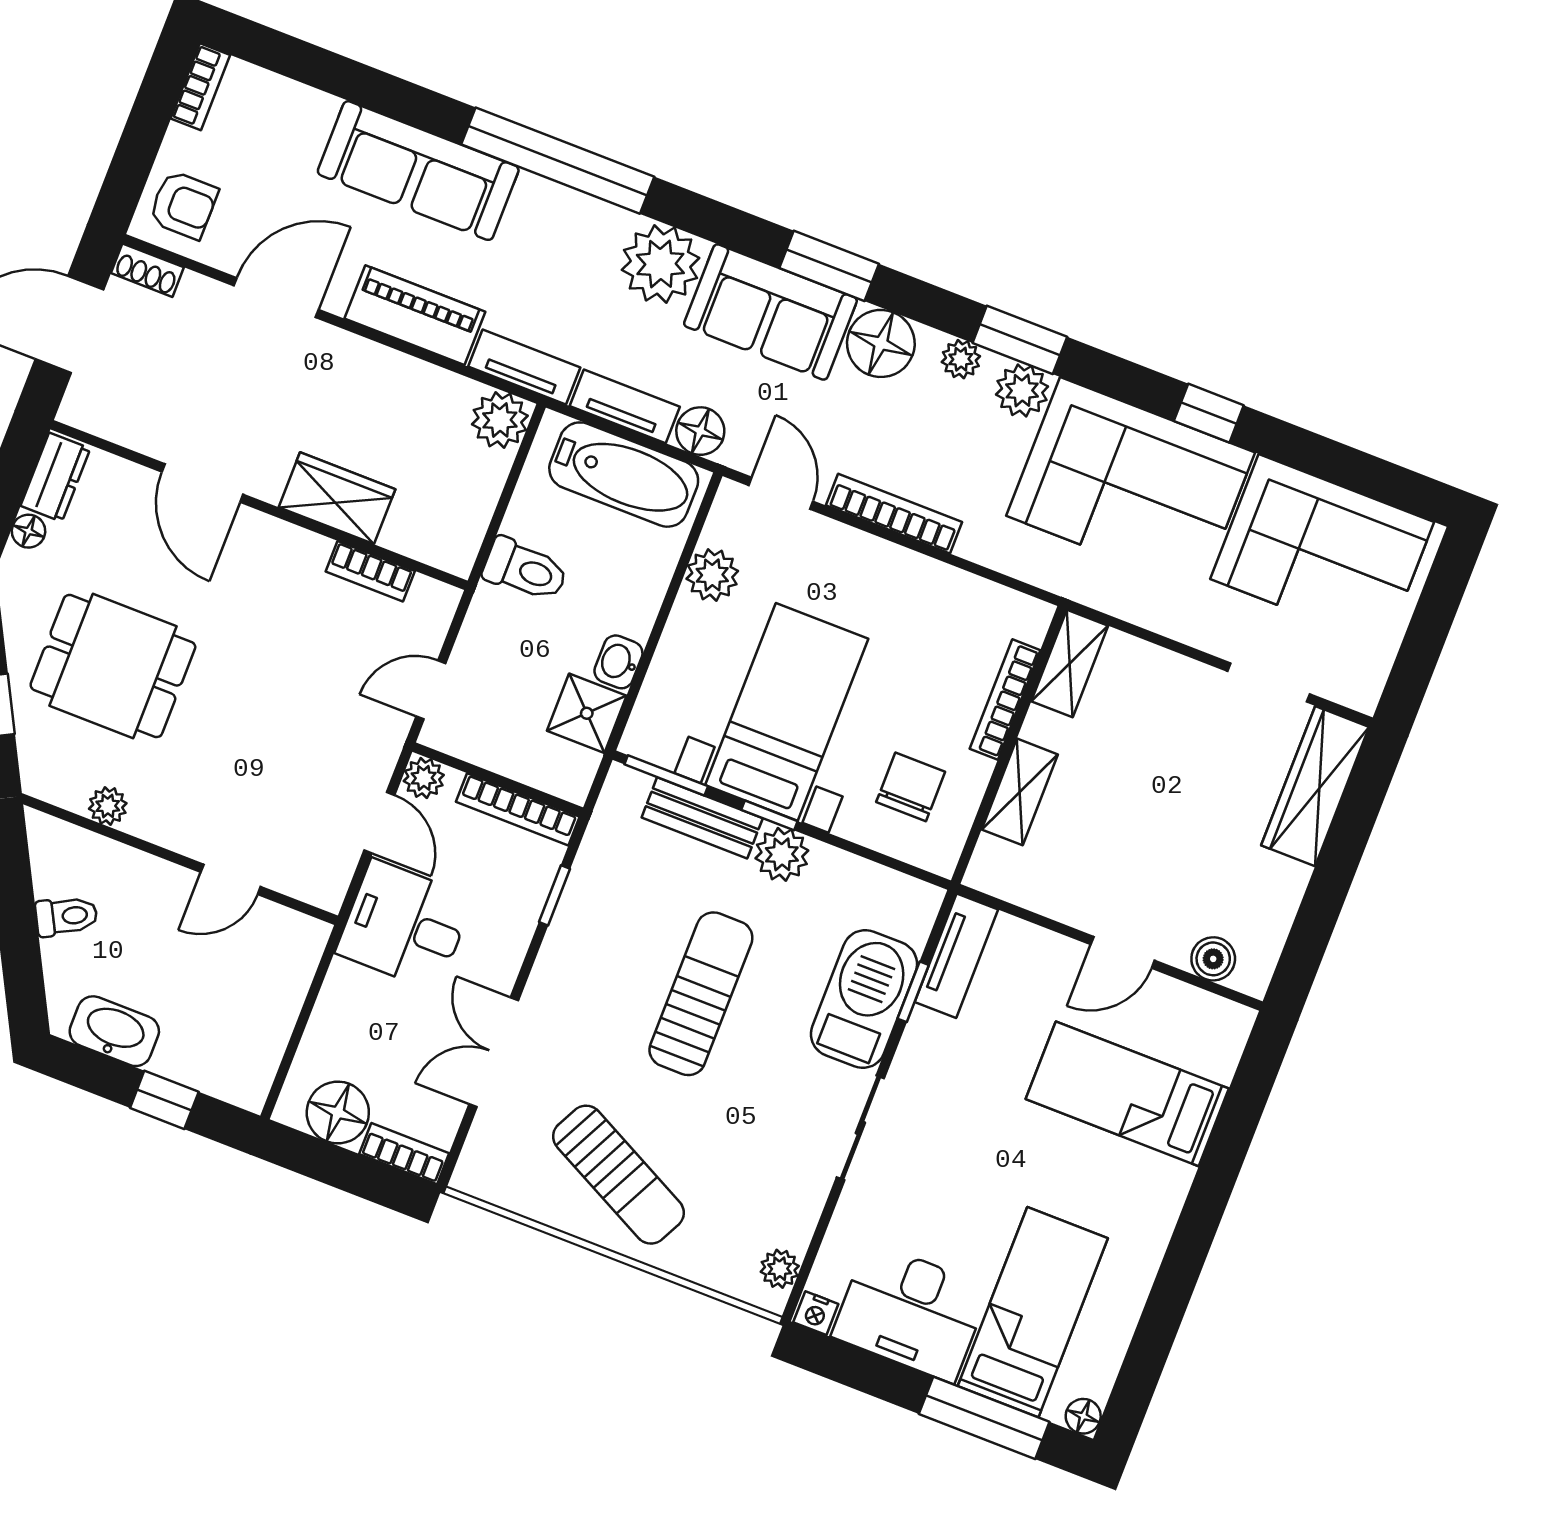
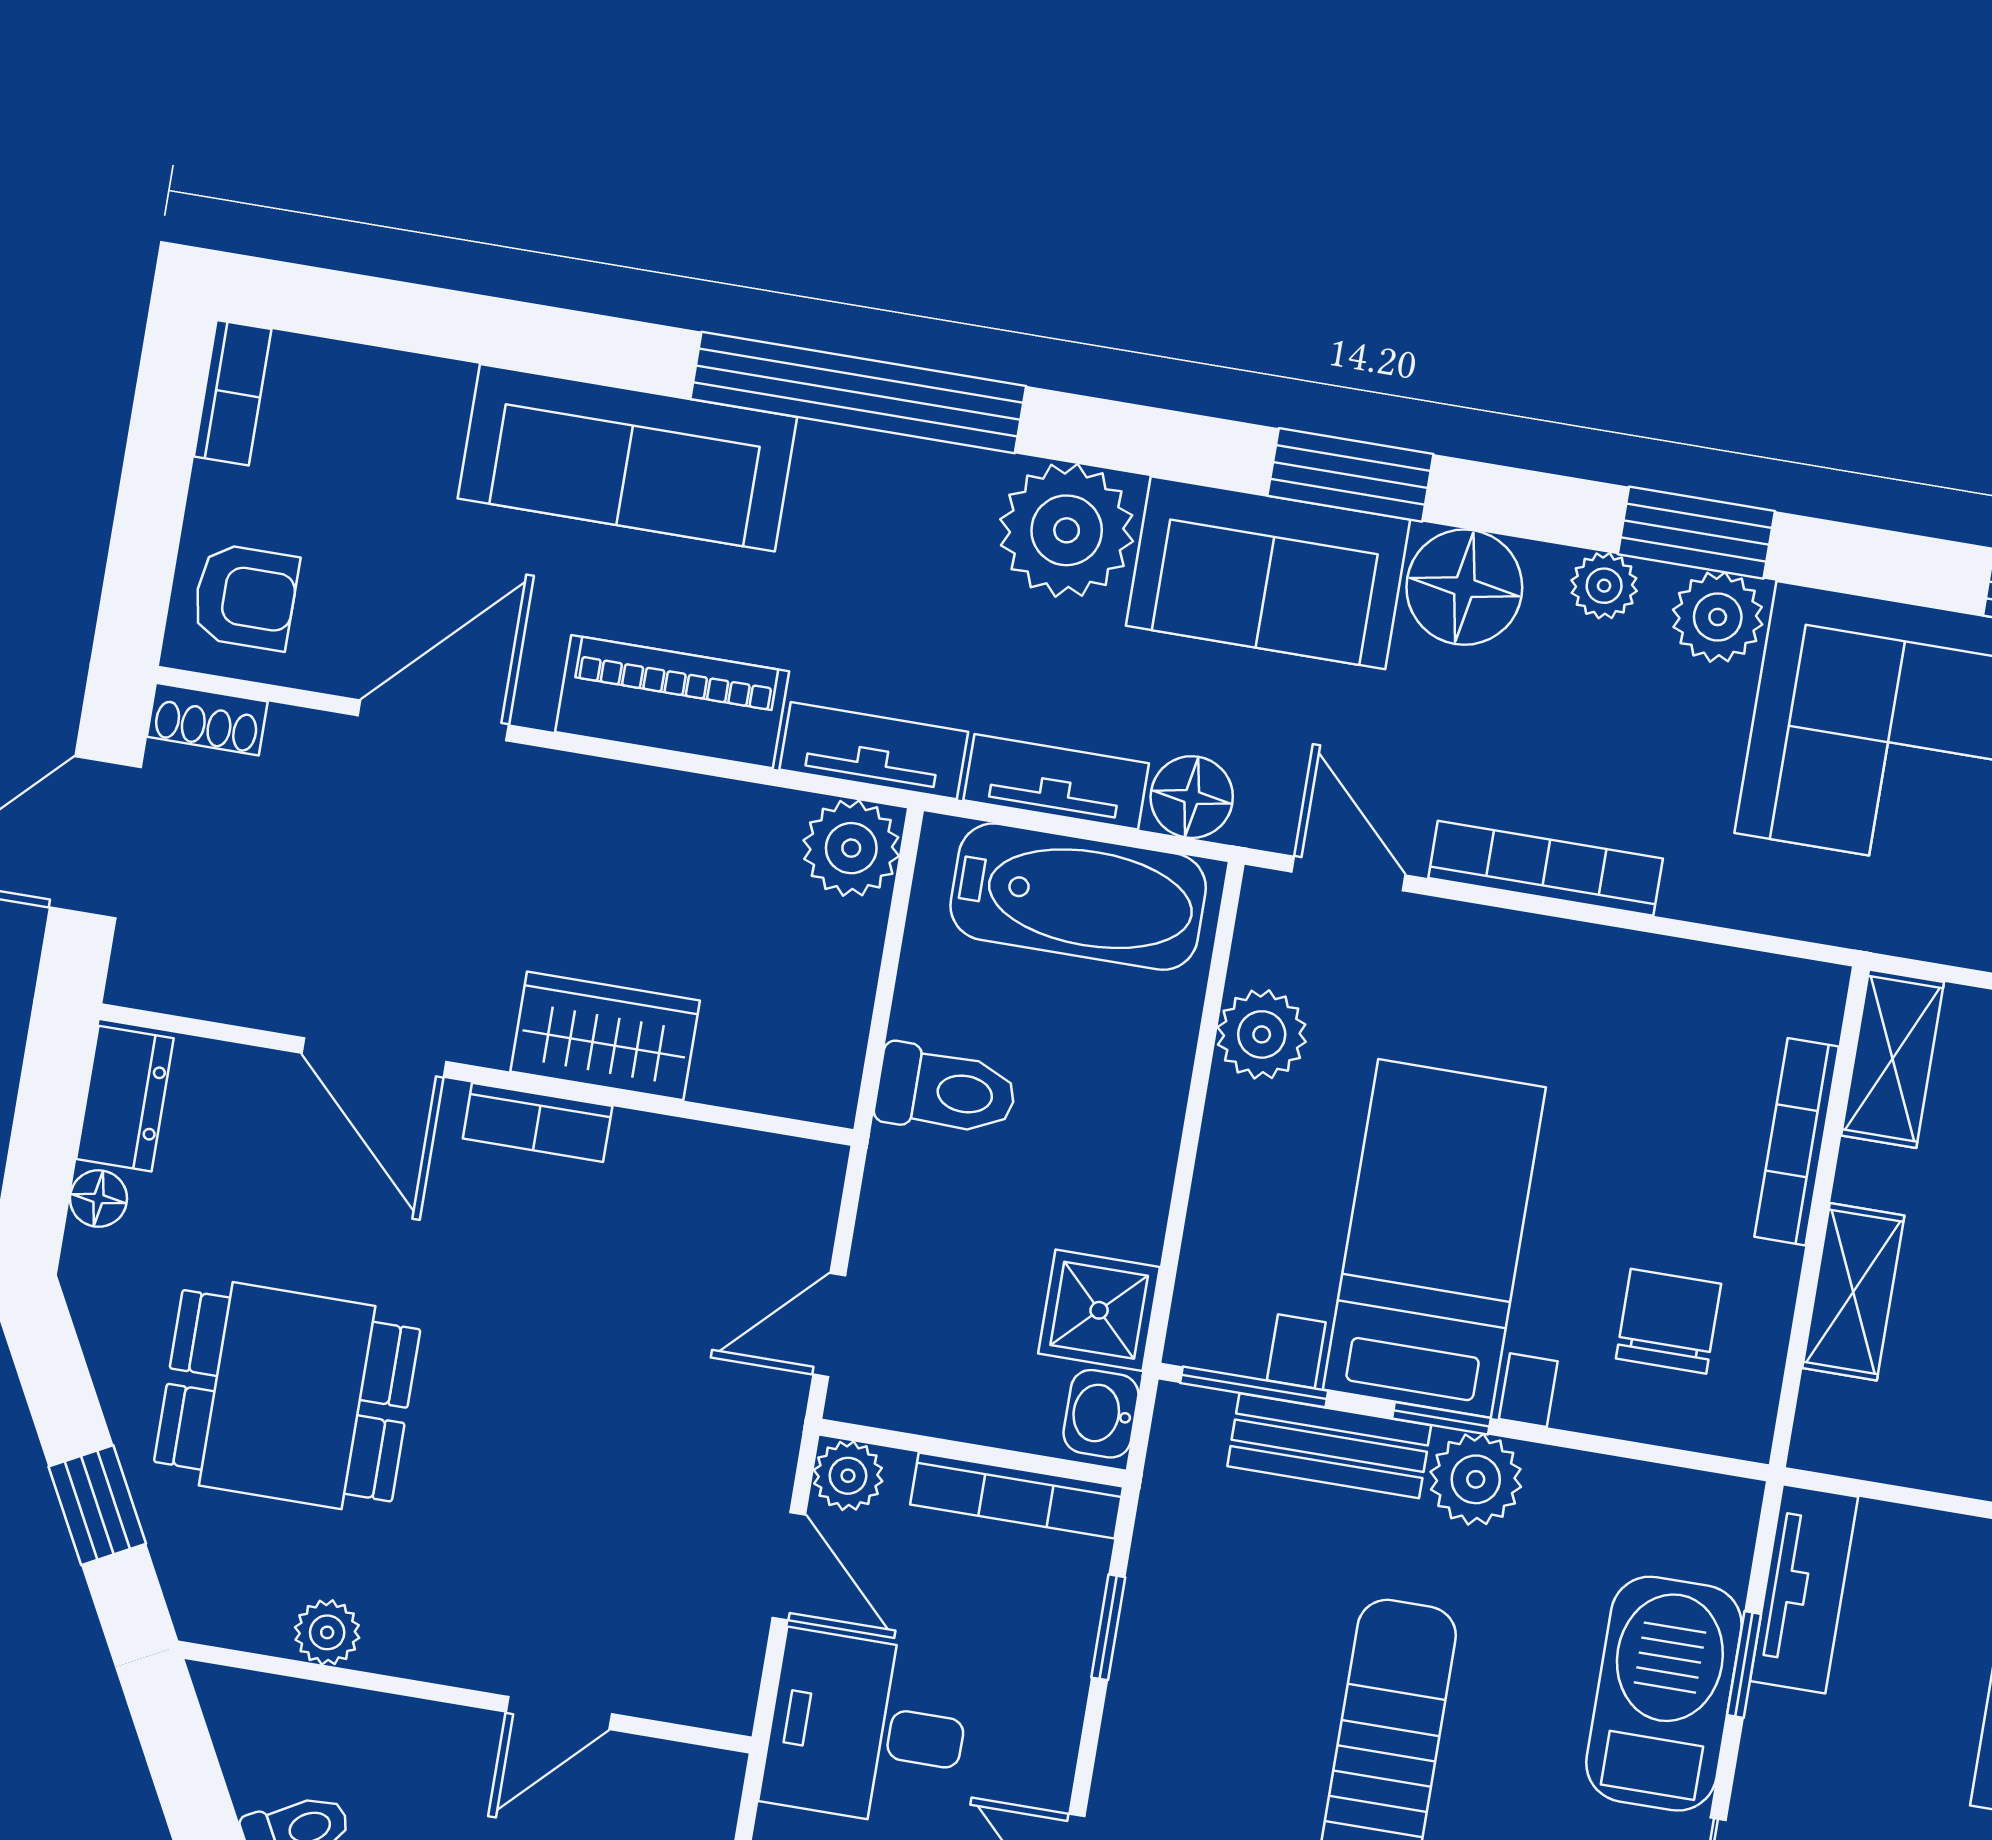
bookcase: (370, 571) -> (538, 1122), moved
washbasin: (618, 662) -> (1101, 1414), moved

